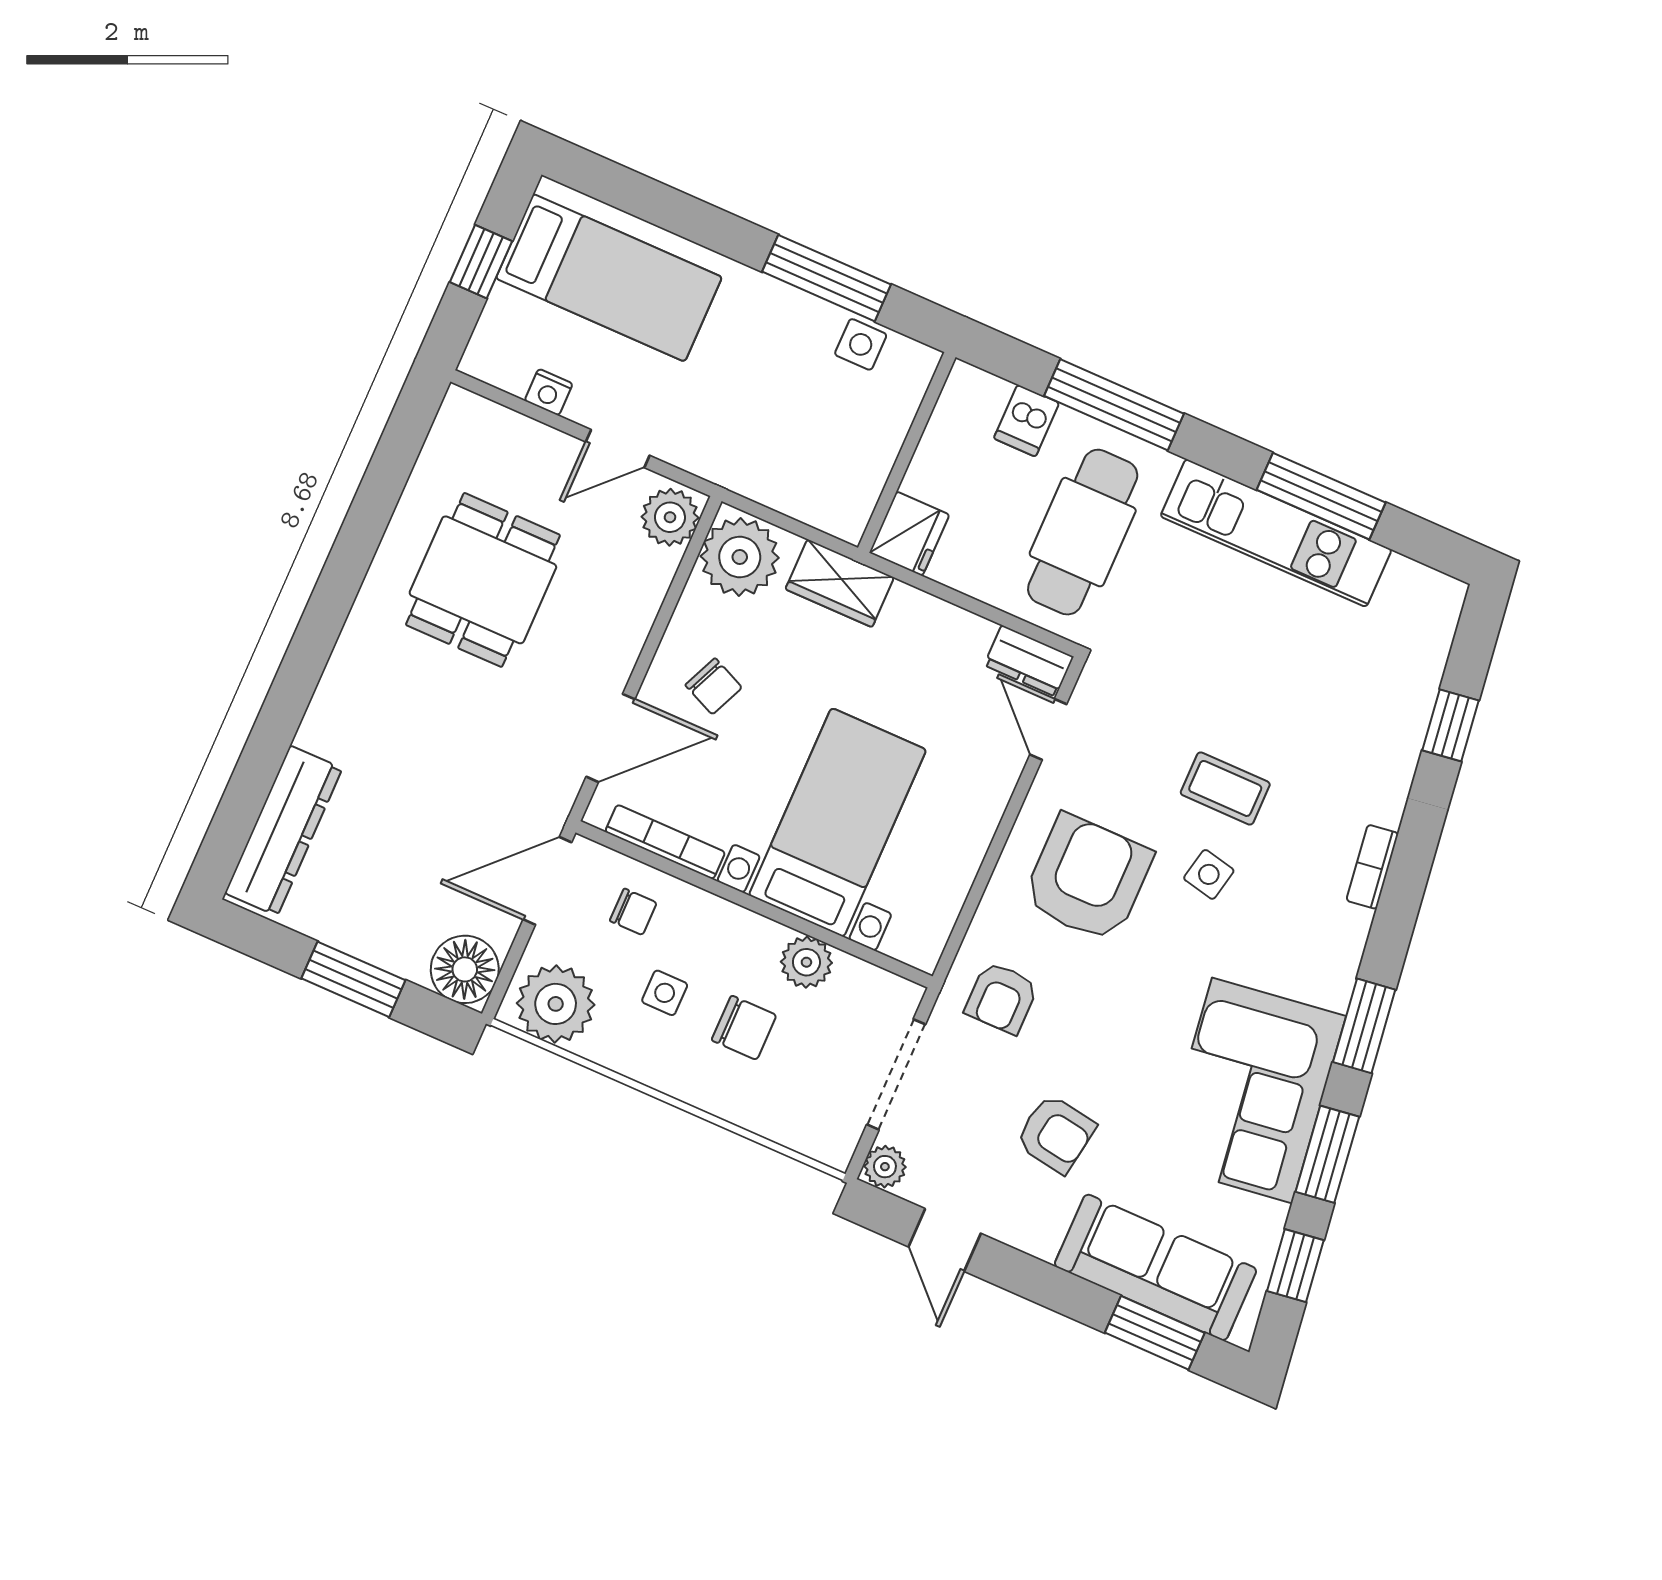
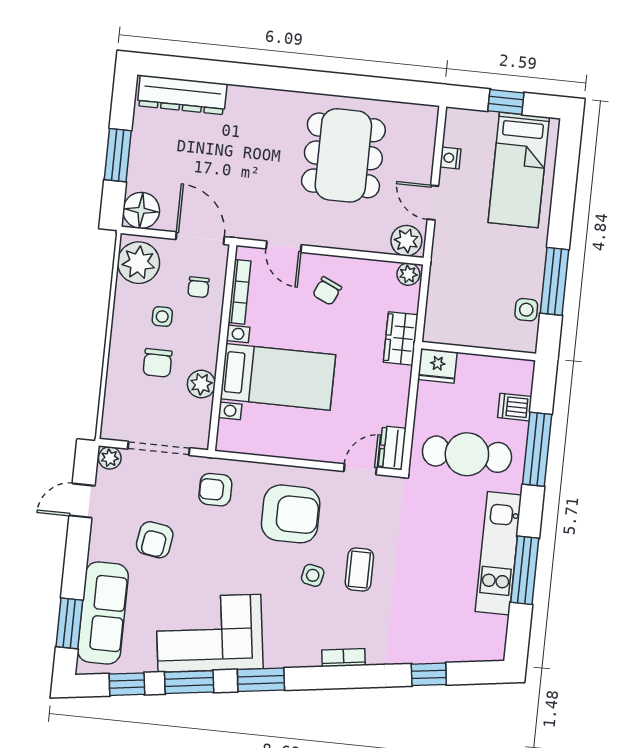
plant: (740, 557) -> (408, 274), width x0.53, depth x0.53
dining table: (483, 580) -> (343, 155), width x1.38
door: (610, 738) -> (284, 247), width x0.73

